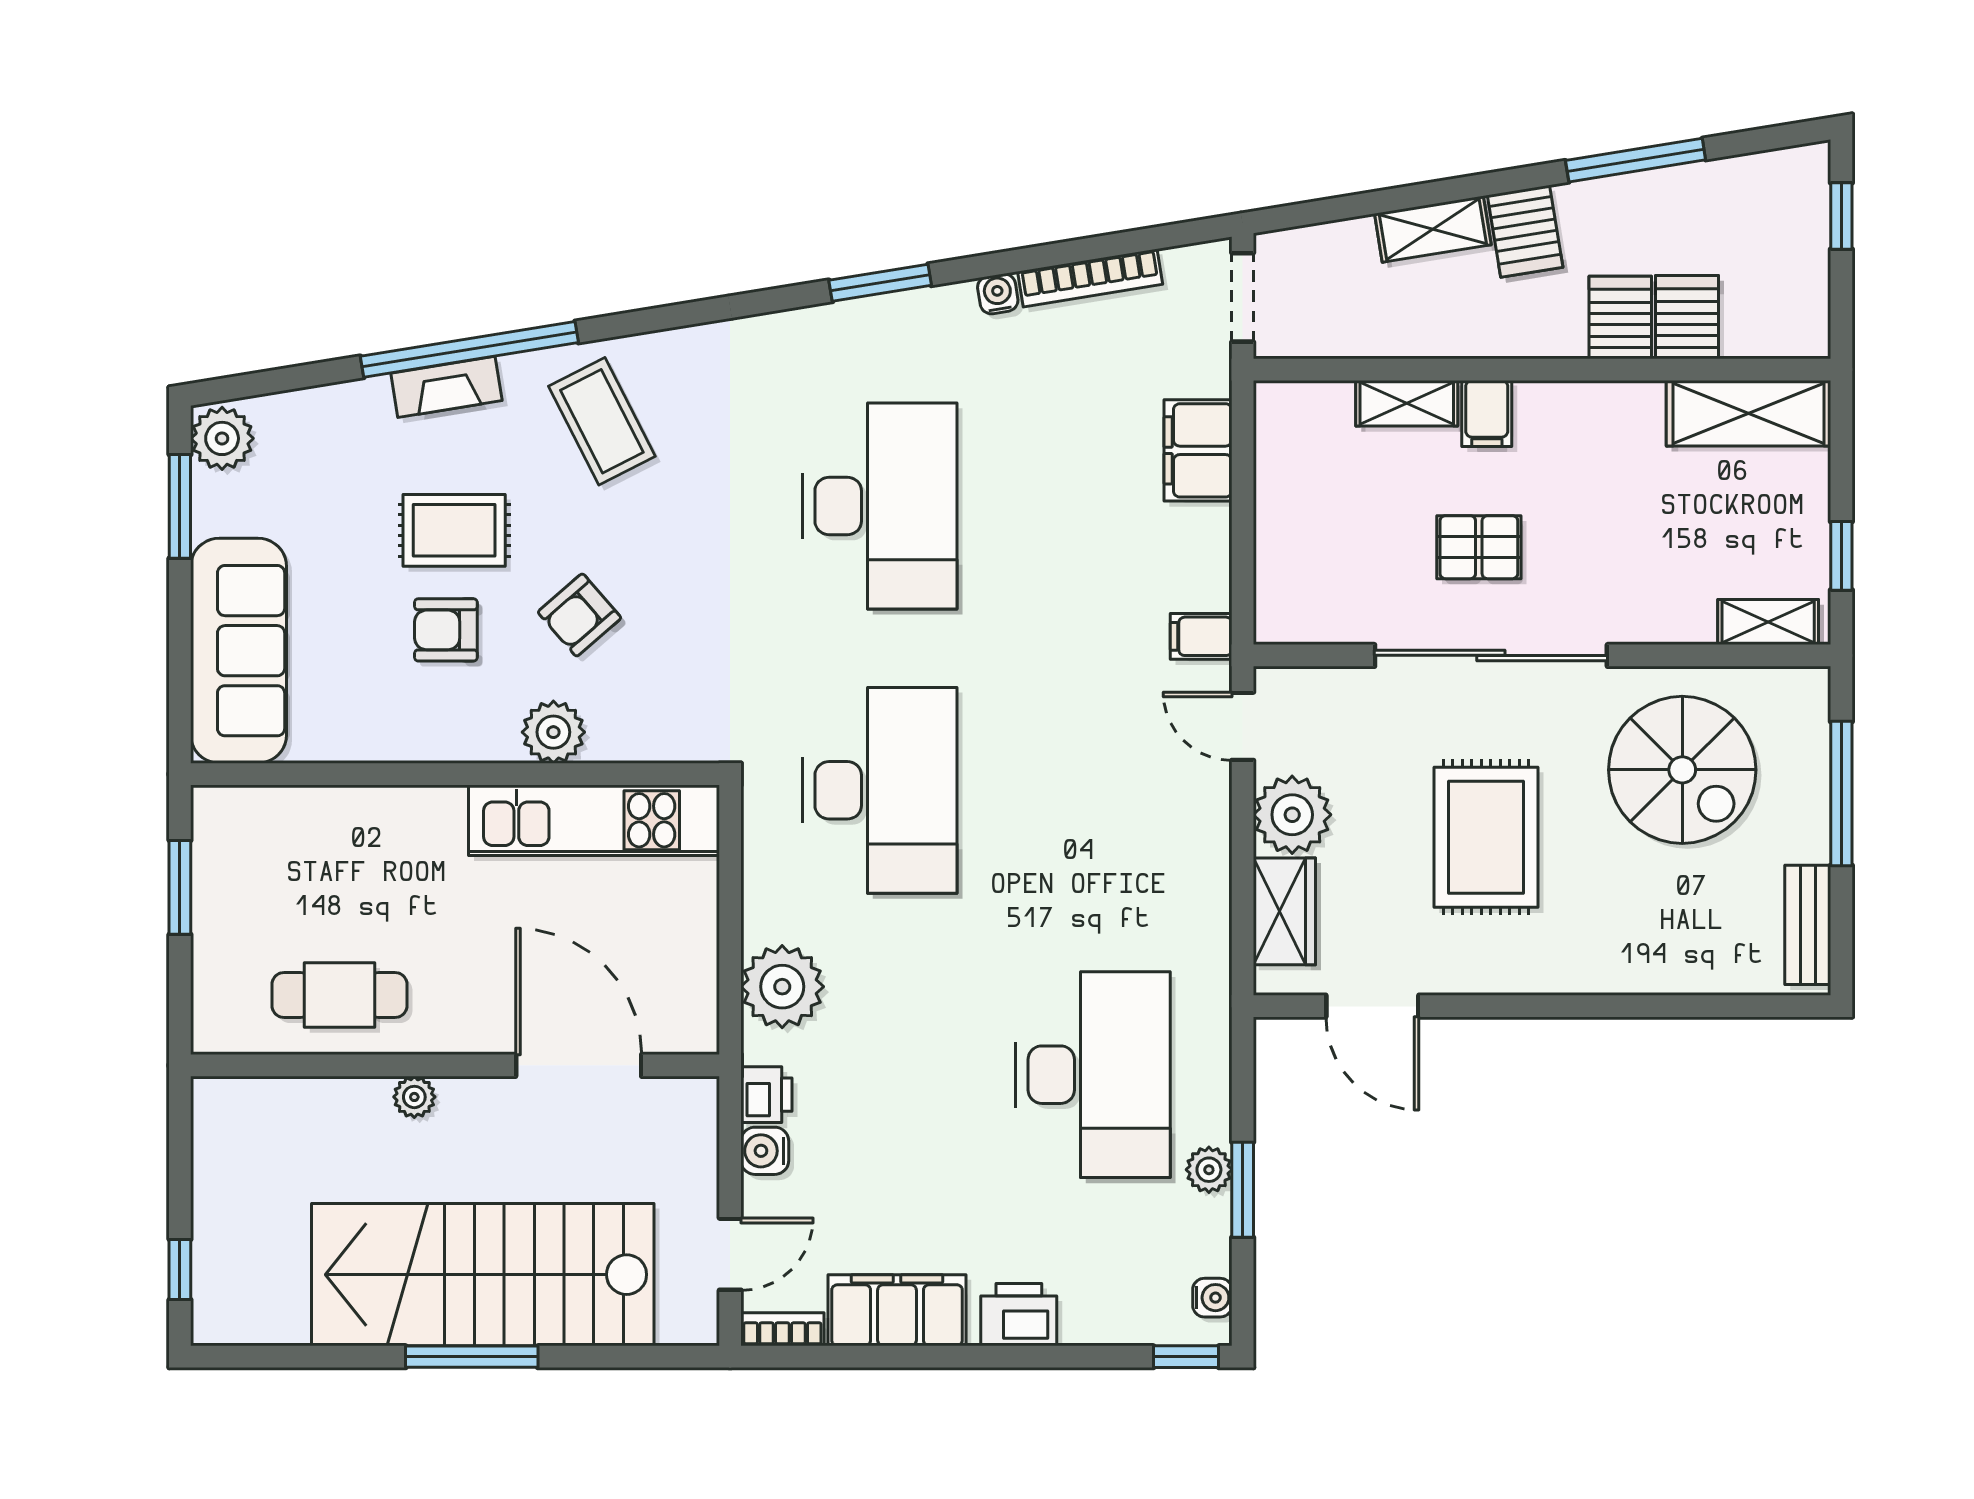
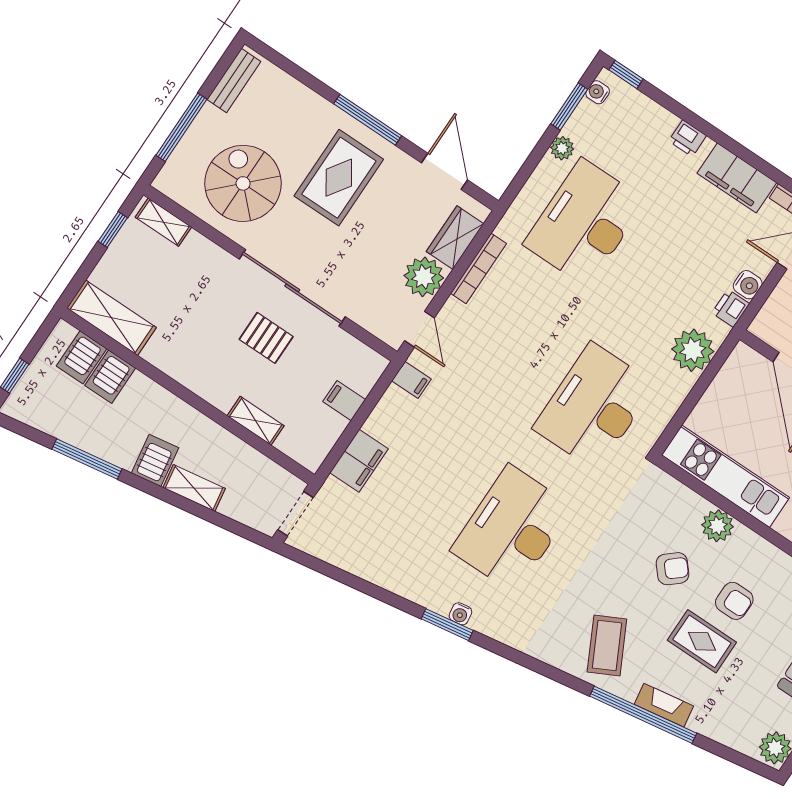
bookcase: (1090, 278) -> (478, 268), moved, turned 99
water cooler: (998, 294) -> (460, 614), moved
server rack: (1620, 317) -> (82, 357), moved
filing cabinet: (1487, 413) -> (344, 401), moved, turned -90
rug: (1486, 837) -> (339, 178), moved
window: (1551, 1006) -> (368, 120), added
window: (1243, 1190) -> (569, 106), moved
printer: (1019, 1315) -> (688, 138), width x0.73, depth x0.81

